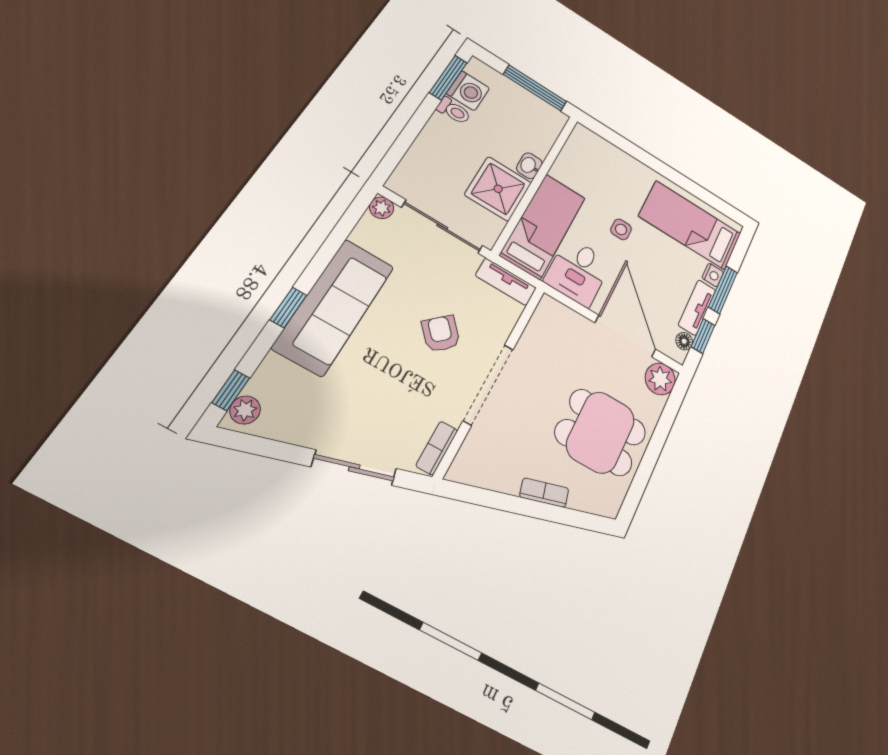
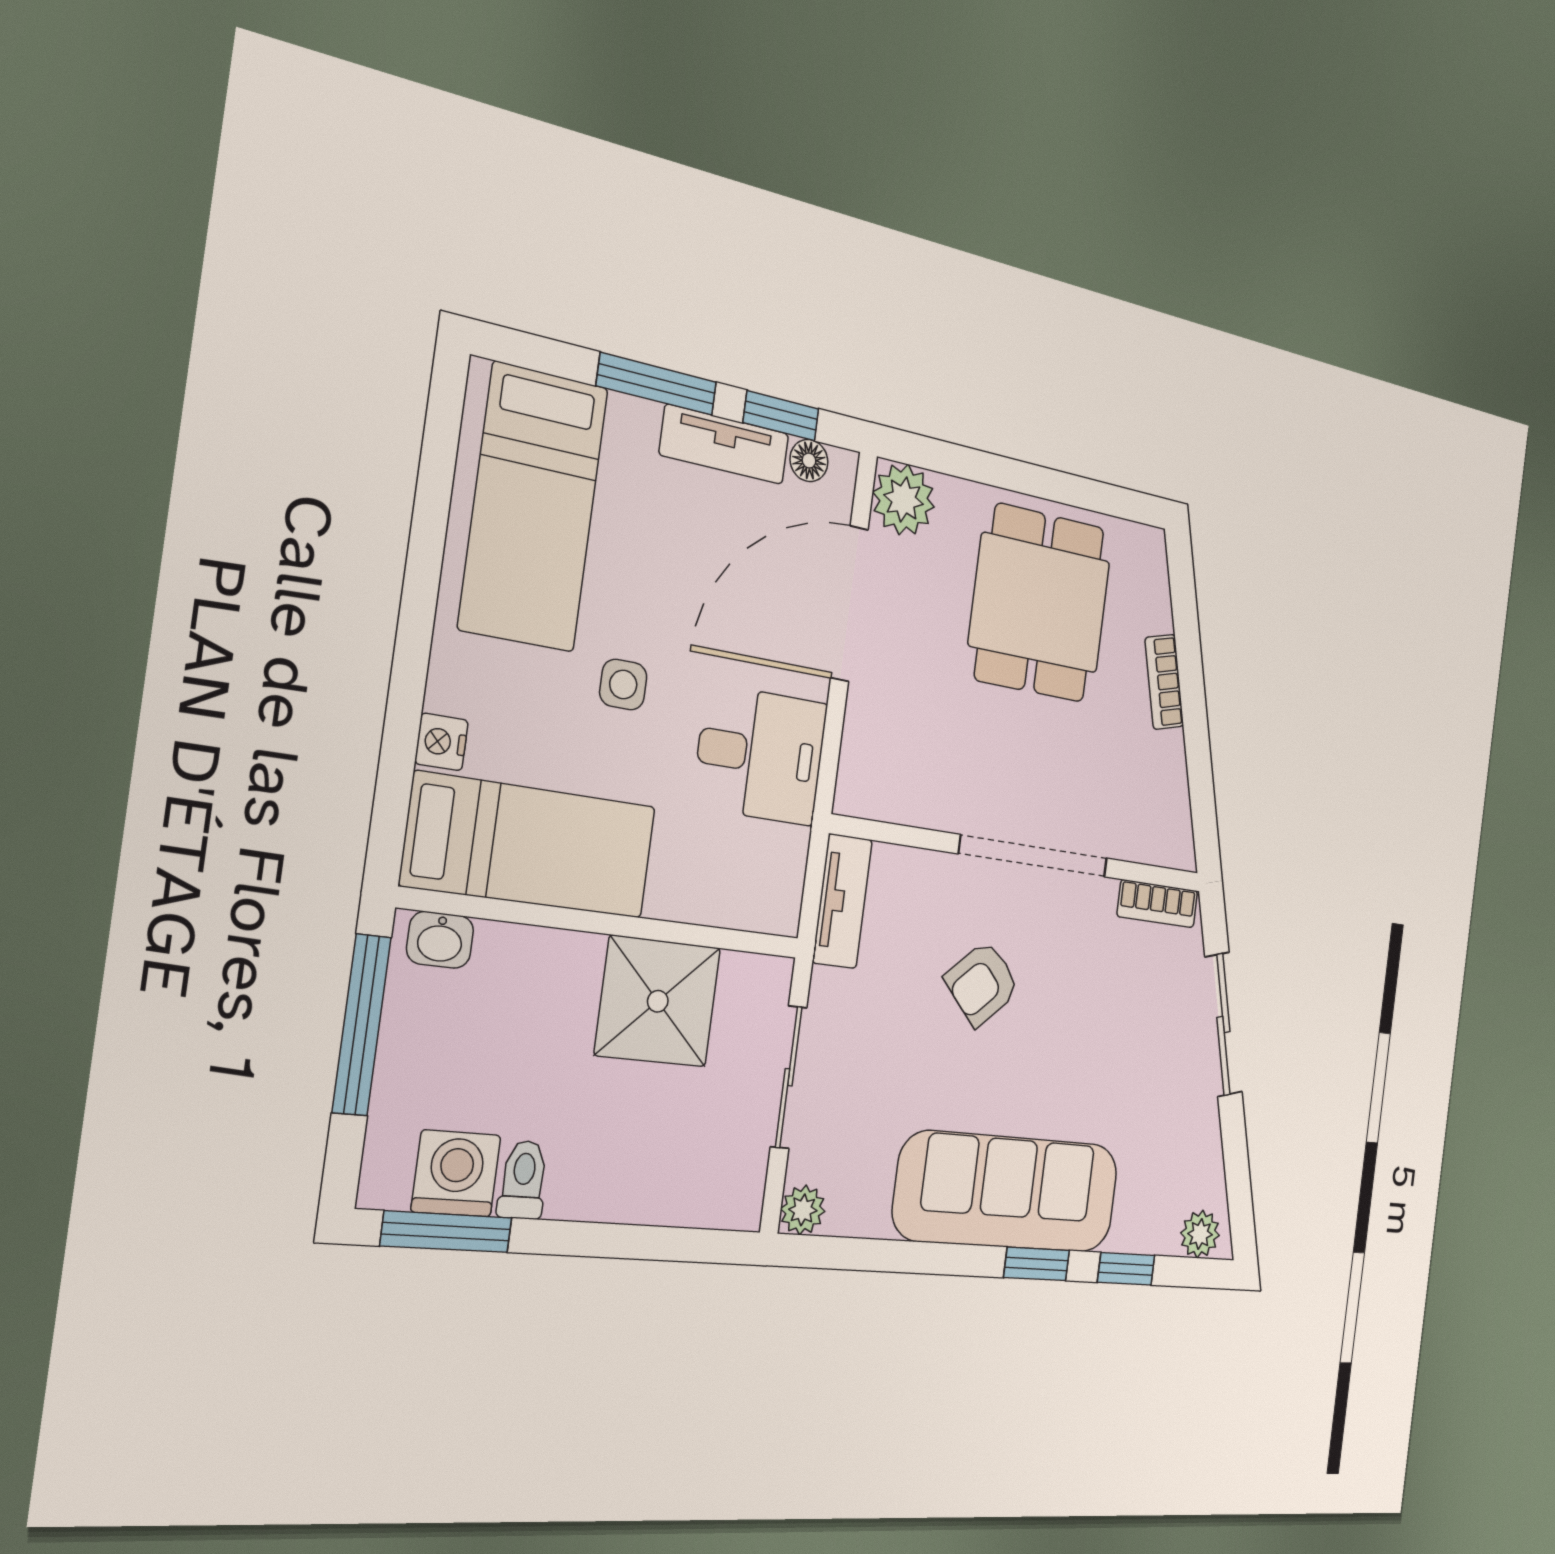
washbasin: (529, 166) -> (440, 940), moved
bed: (543, 226) -> (530, 846), moved, turned 180
sliding door: (442, 227) -> (789, 1077), width x0.73
nightstand: (713, 275) -> (442, 742), moved, turned -90
window: (231, 390) -> (1126, 1269), moved

